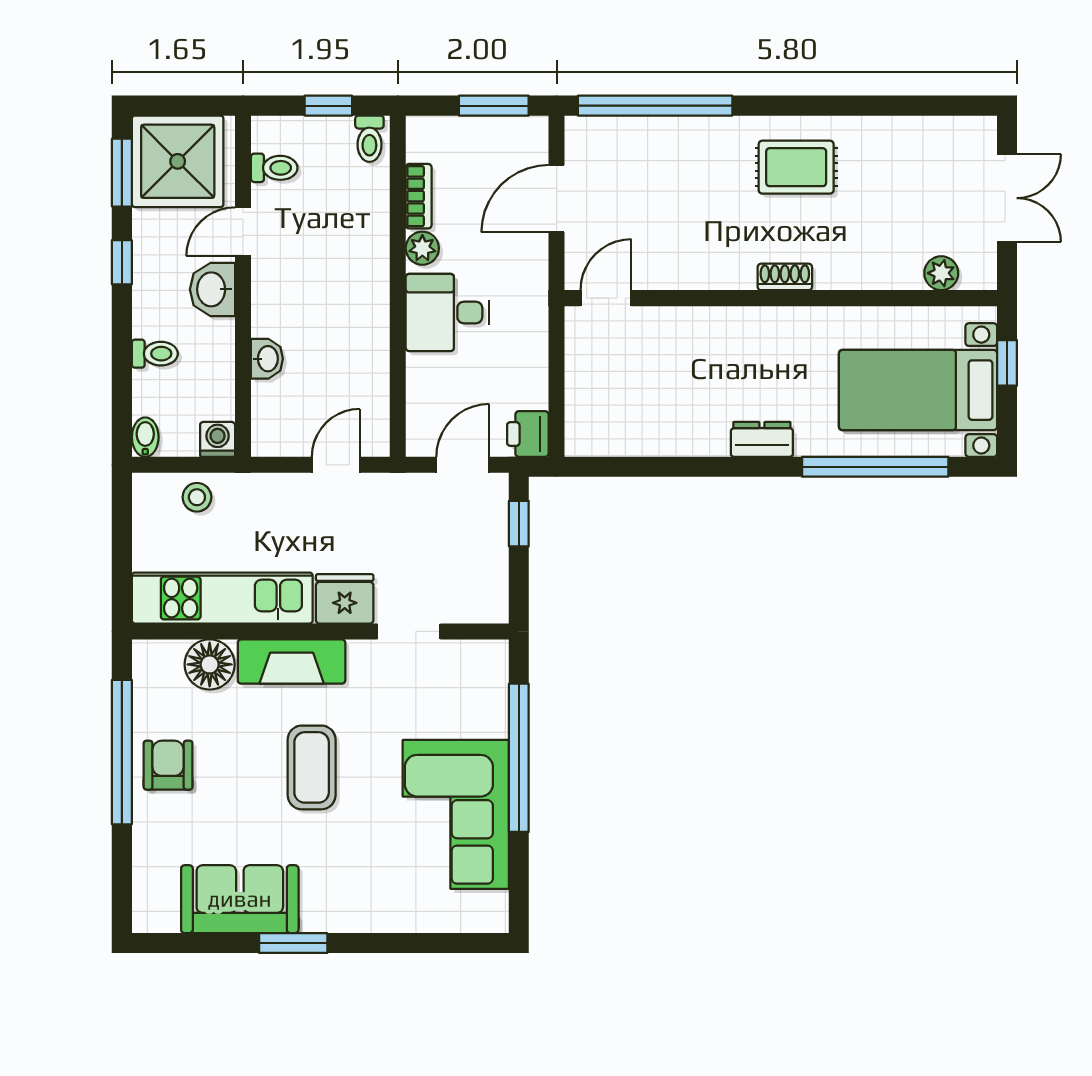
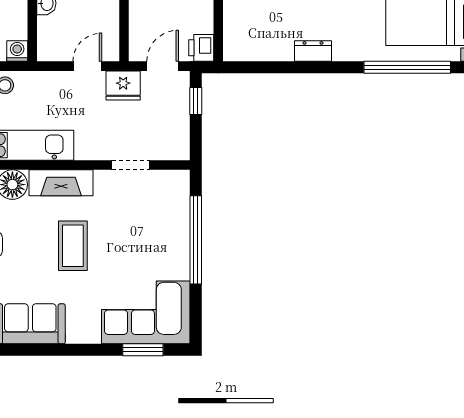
dresser: (762, 439) -> (313, 51), moved
fridge: (345, 599) -> (123, 86), moved, turned 180
corner sofa: (456, 814) -> (146, 312), moved, turned 90
window: (293, 943) -> (143, 350), moved

